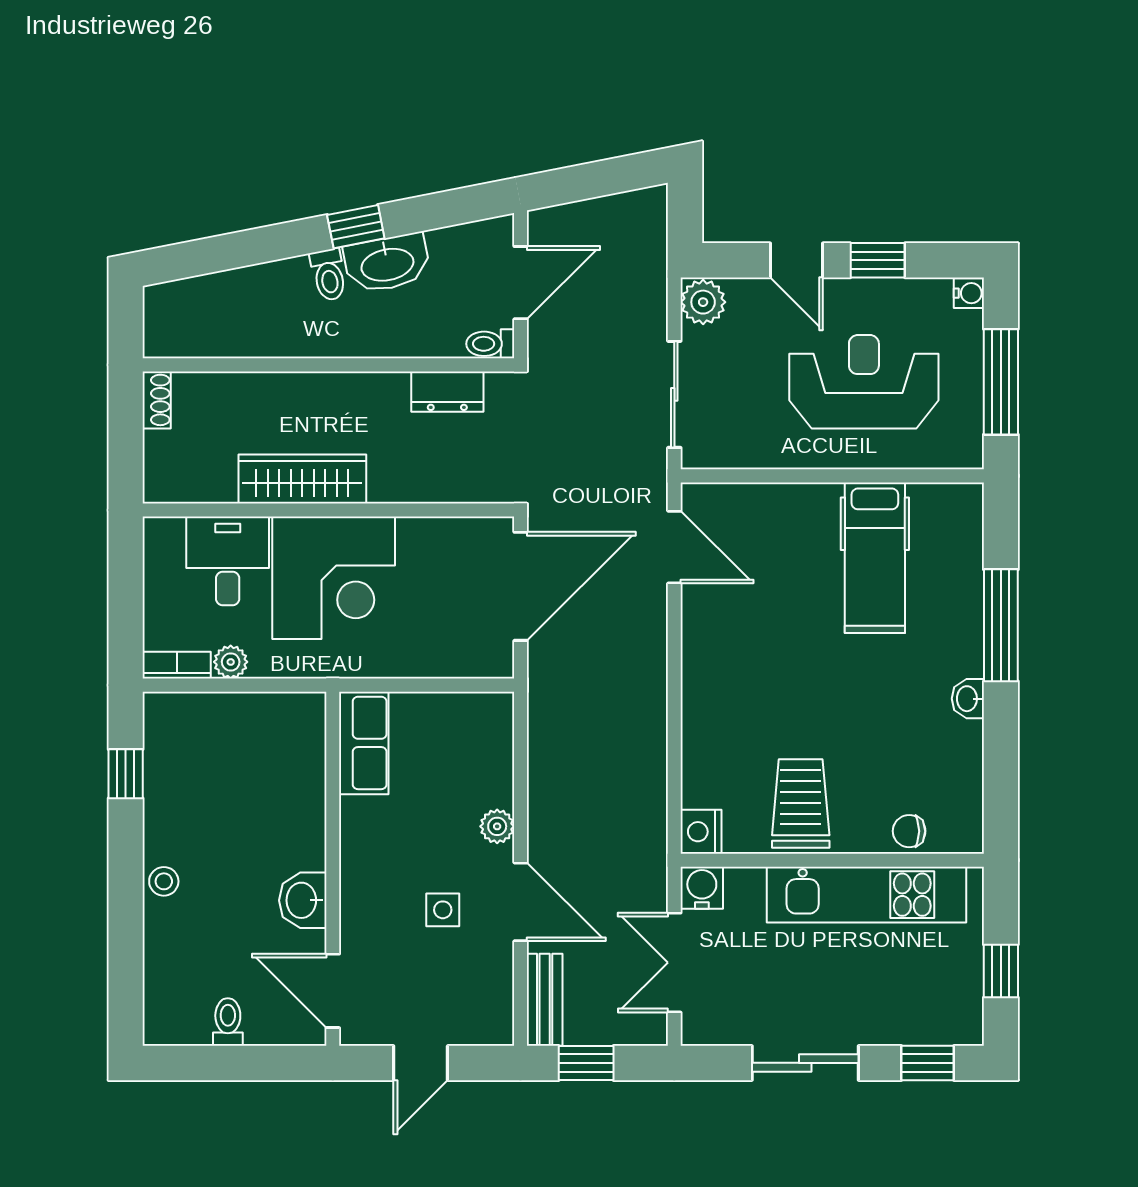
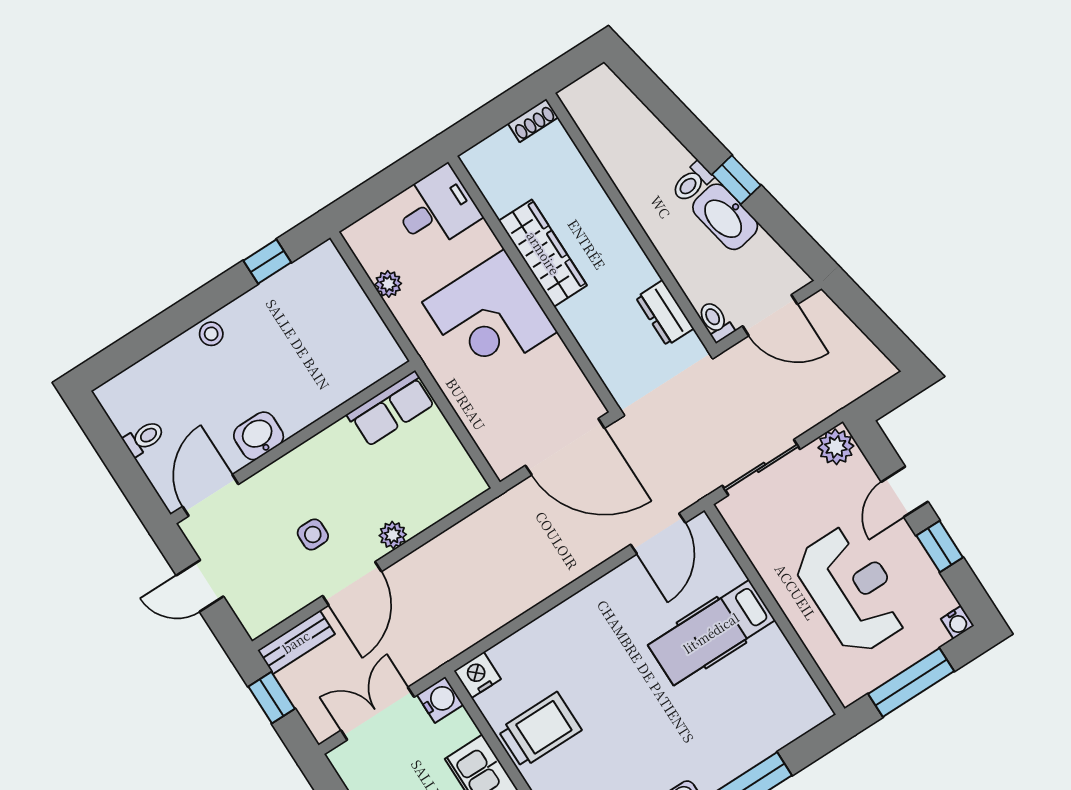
hospital bed: (875, 558) -> (711, 633), moved
desk: (228, 561) -> (436, 209), moved
bookcase: (177, 665) -> (363, 249), removed

